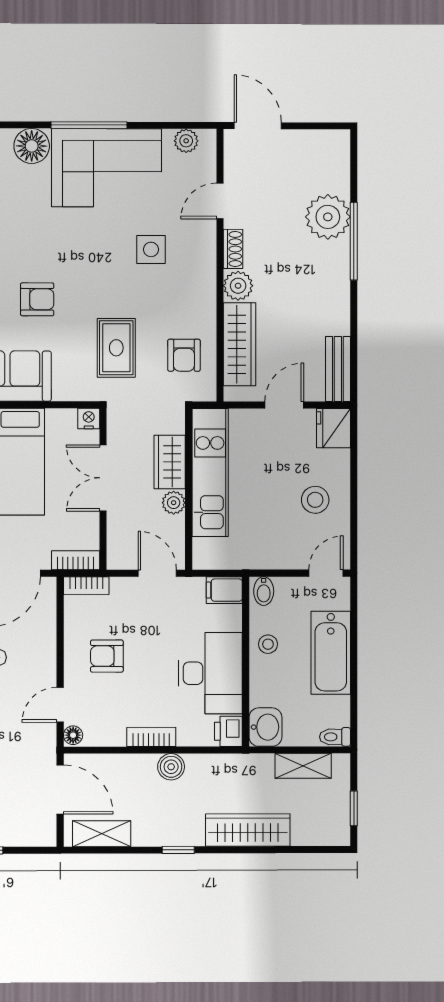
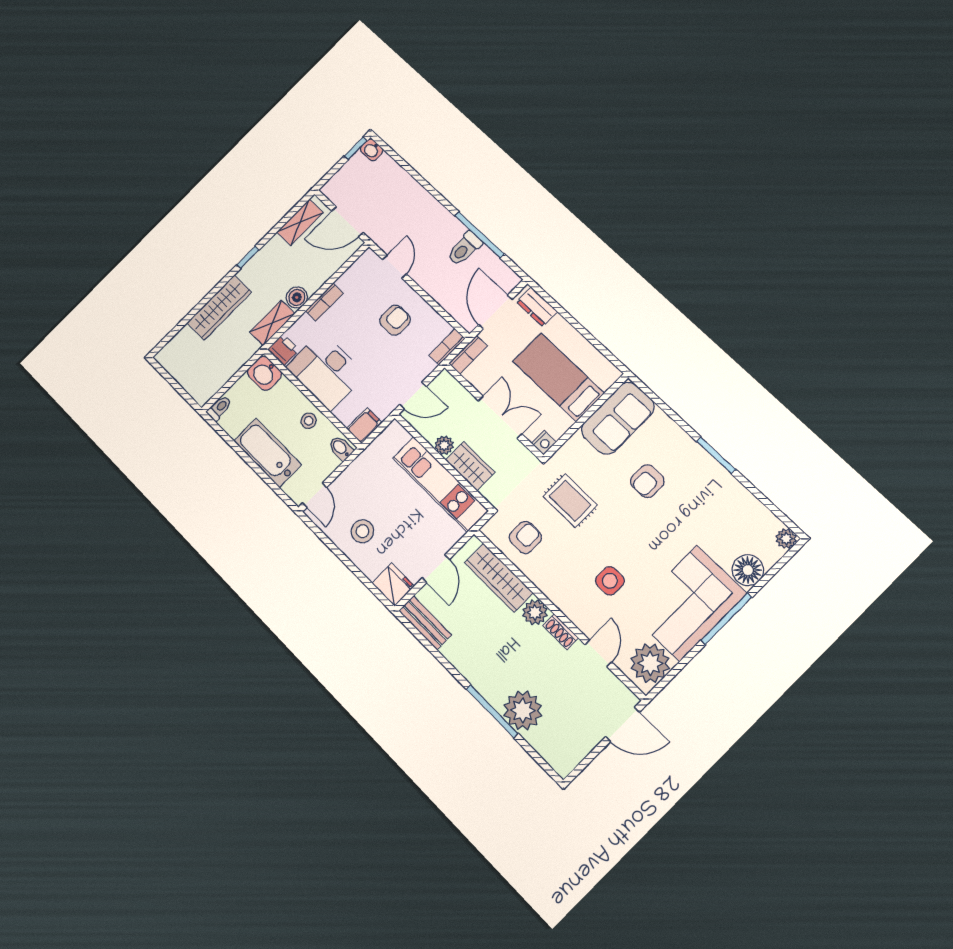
plant: (186, 141) -> (650, 663), width x1.88, depth x1.88
armchair: (184, 355) -> (525, 537), turned 90
floor lamp: (73, 735) -> (370, 258), removed
shelving: (303, 766) -> (272, 323), moved
window: (354, 808) -> (170, 380), removed

